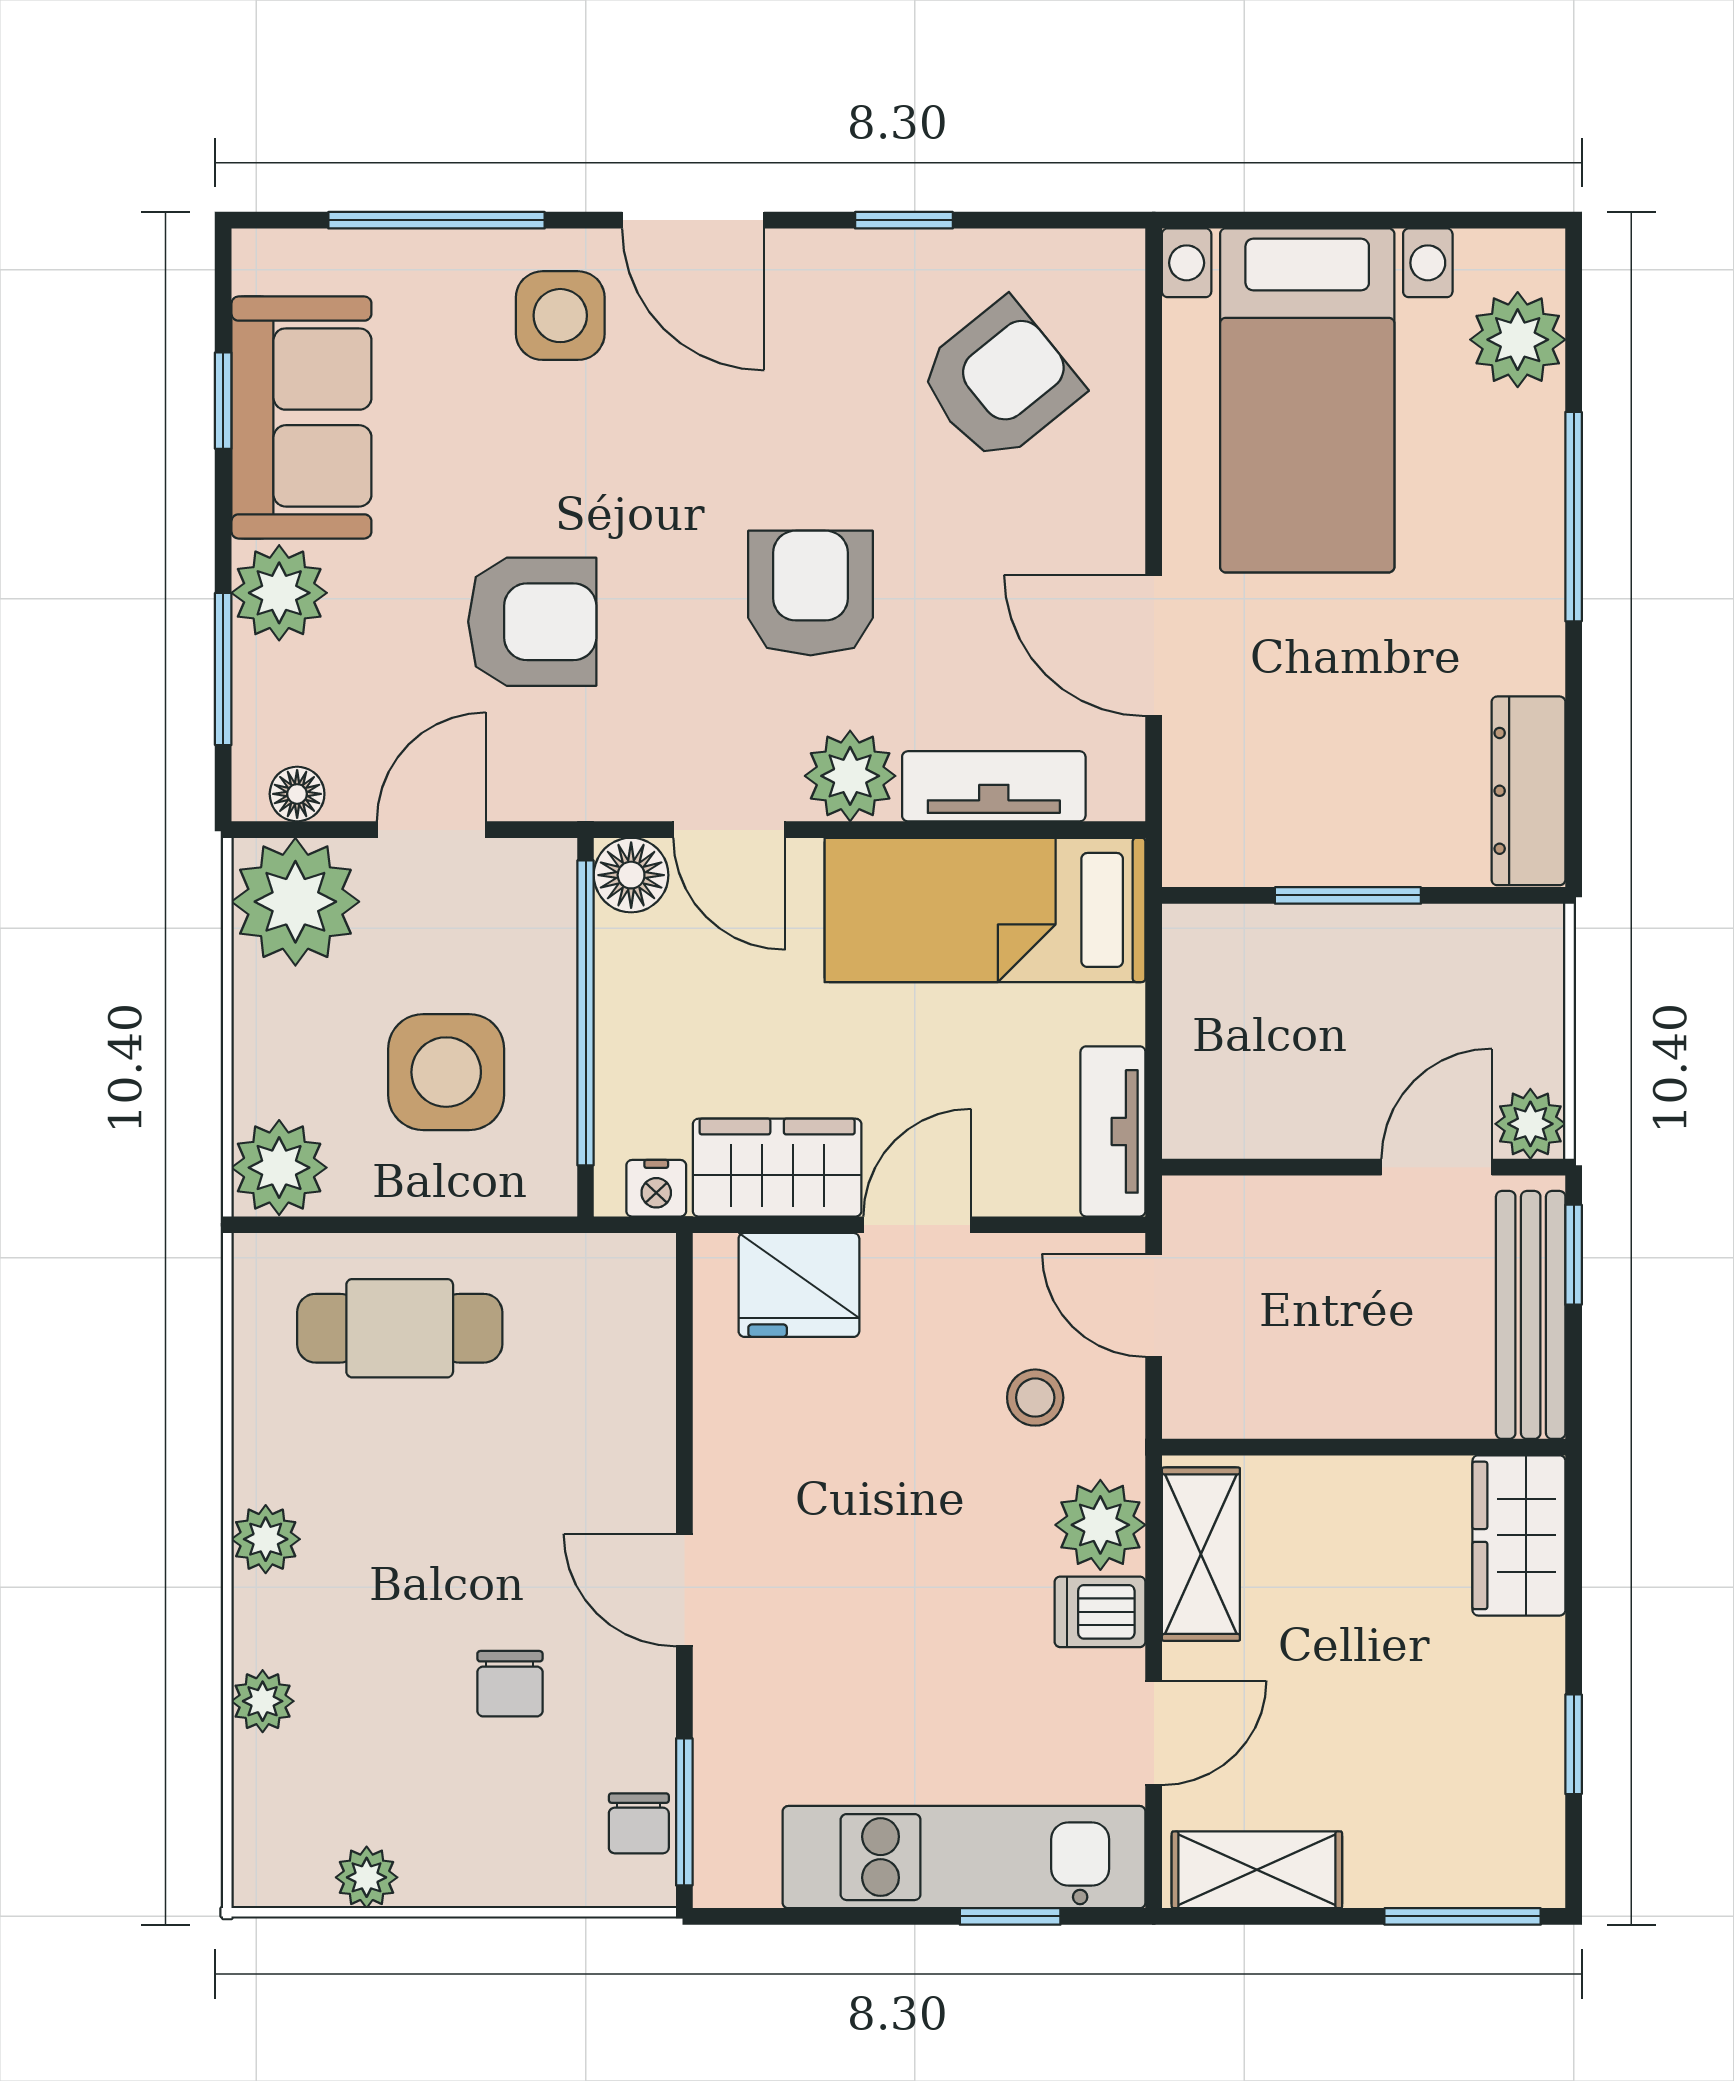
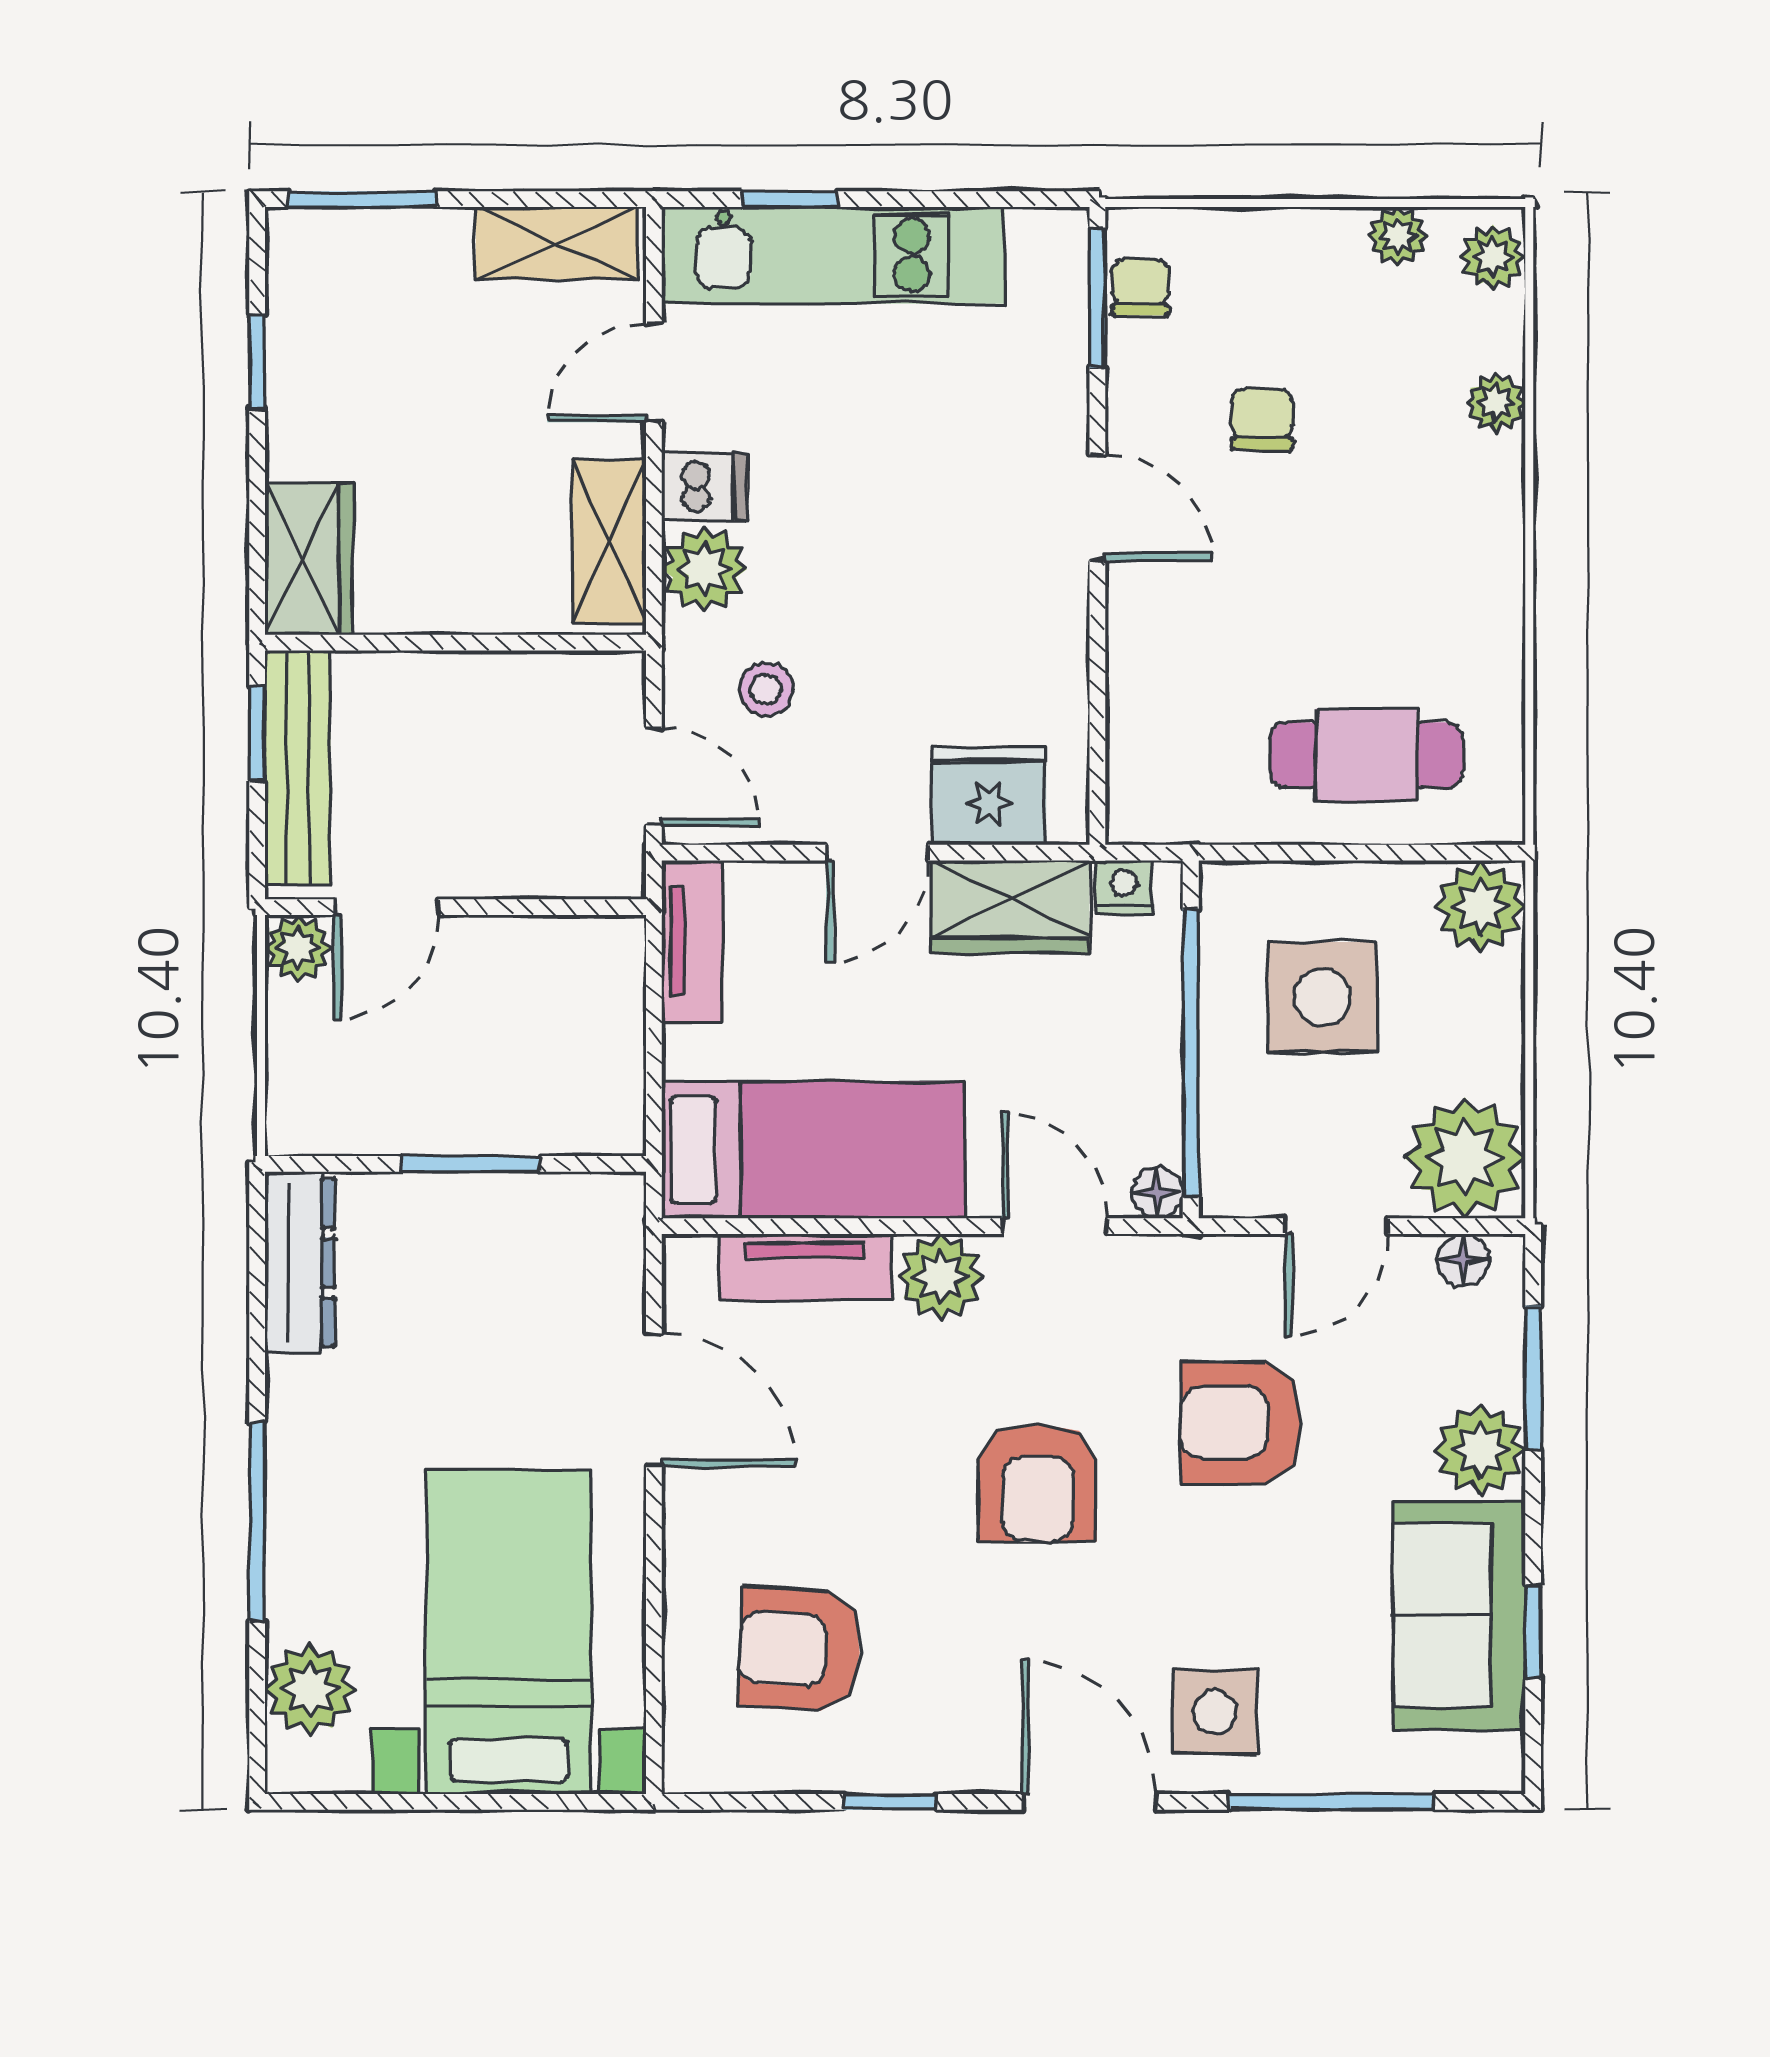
armchair: (1000, 381) -> (800, 1650), turned 42
armchair: (811, 593) -> (1038, 1483), moved
floor lamp: (631, 875) -> (1157, 1193), width x0.73, depth x0.73
window: (1574, 1255) -> (257, 734), moved
plant: (266, 1539) -> (1493, 257), moved

